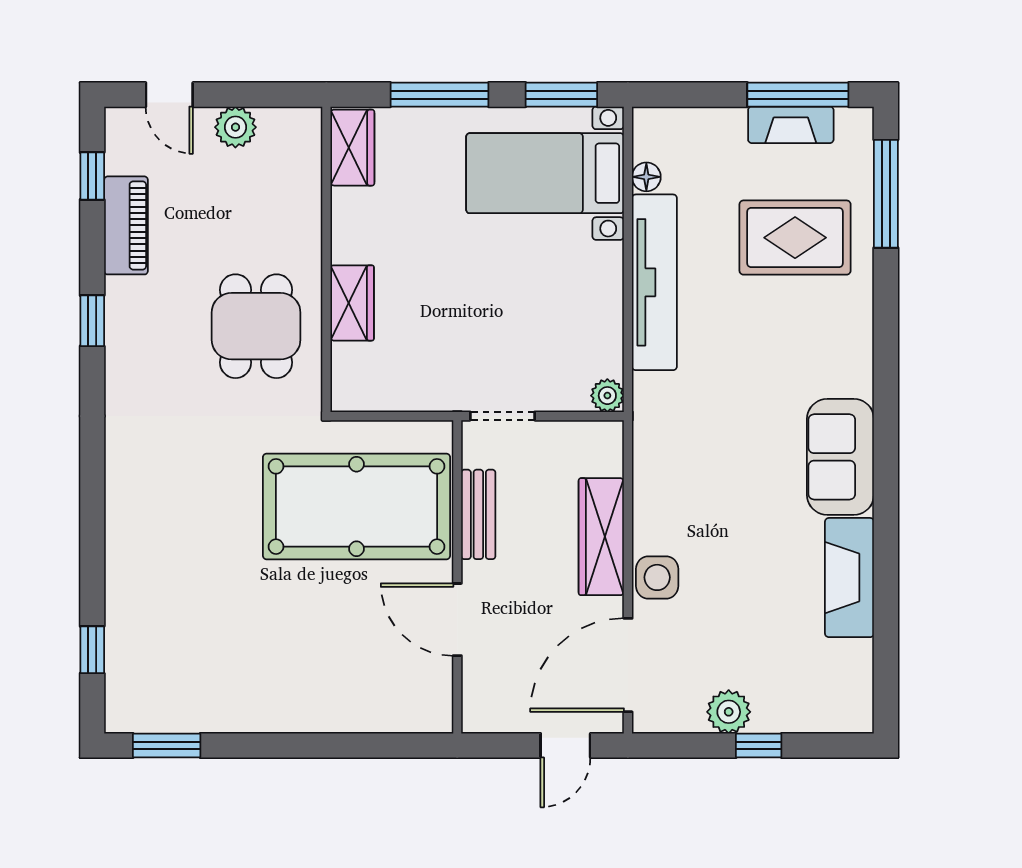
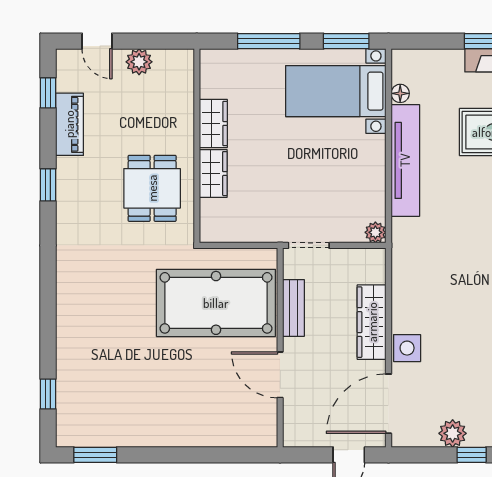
wardrobe: (352, 148) -> (213, 123), moved

